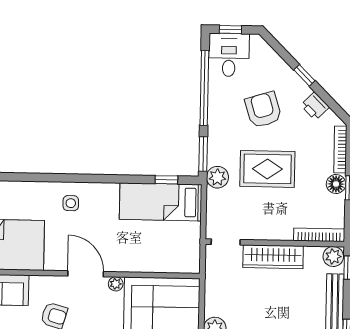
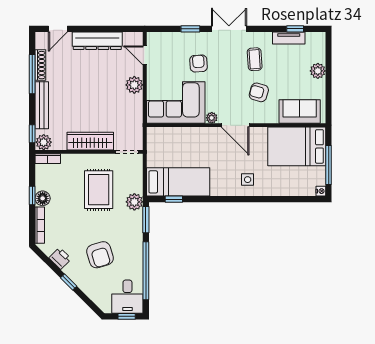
rug: (267, 169) -> (99, 190), moved, turned 90
bookcase: (319, 235) -> (48, 159), width x0.64

